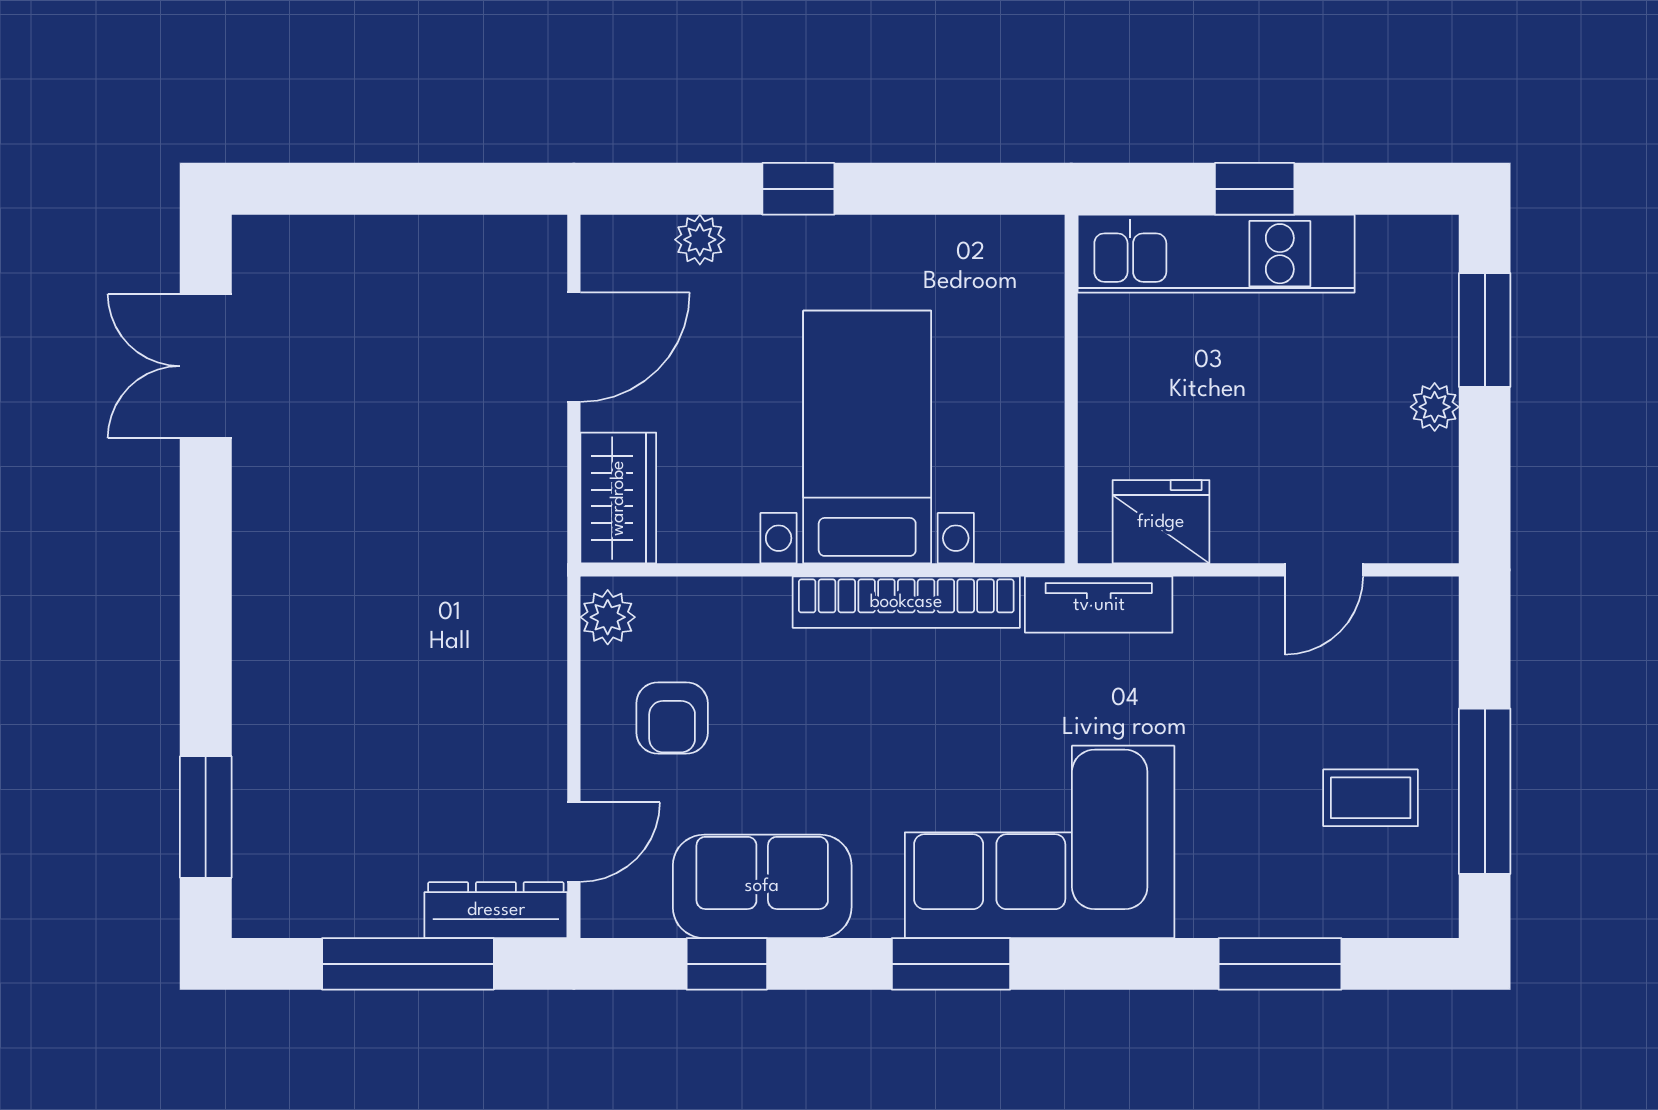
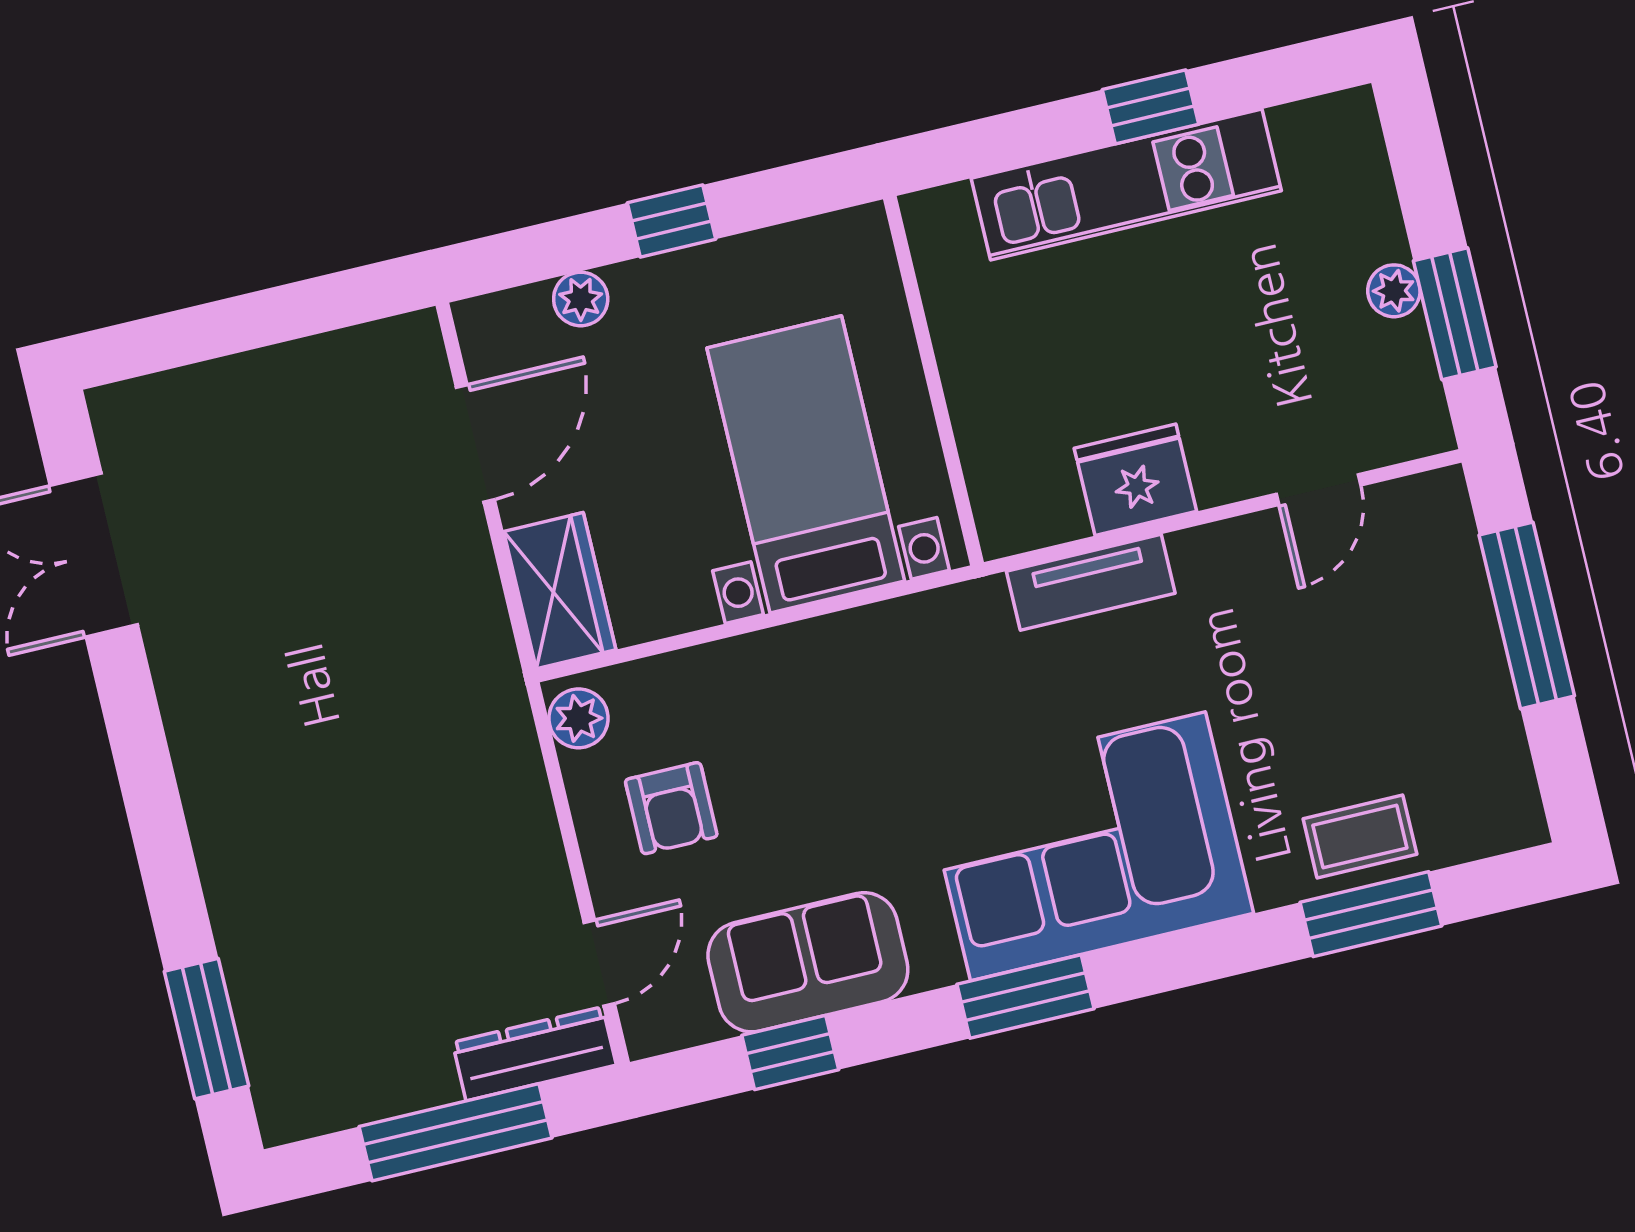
window: (1485, 330) -> (1455, 314), moved
wall: (1071, 389) -> (933, 381), moved
bookcase: (906, 602) -> (888, 628), removed
window: (1485, 791) -> (1527, 616), moved
coffee table: (1371, 798) -> (1360, 837), moved

